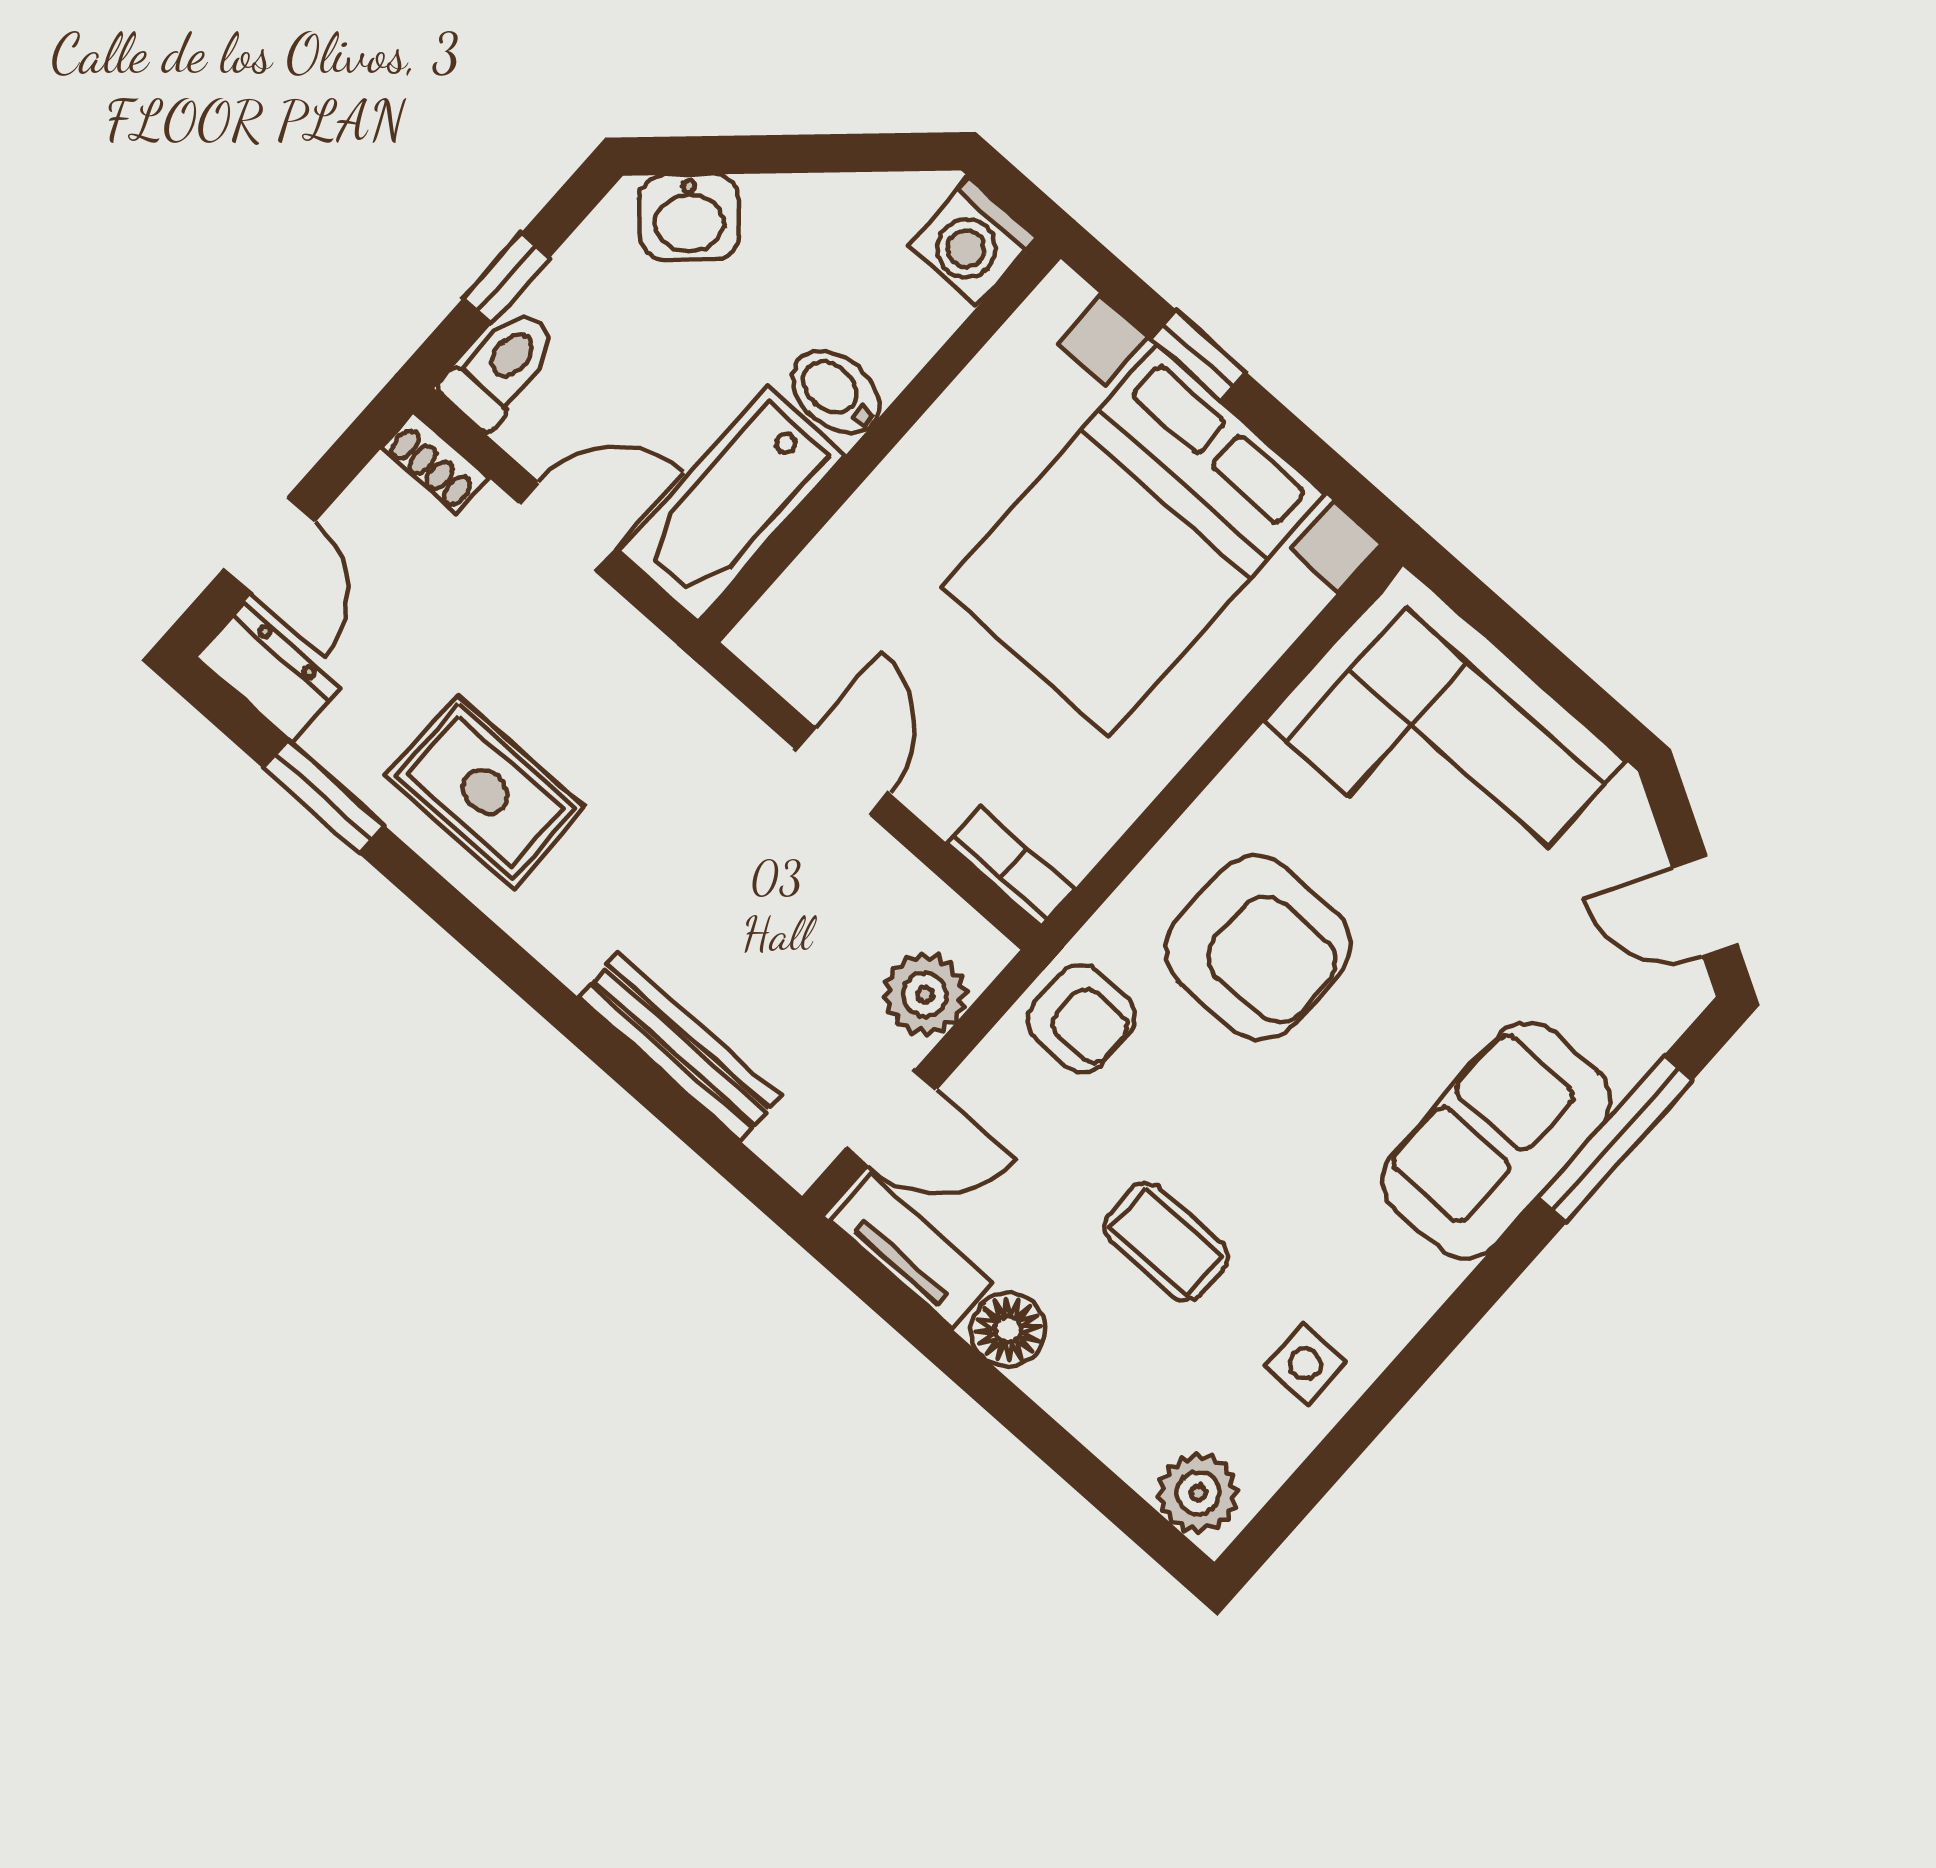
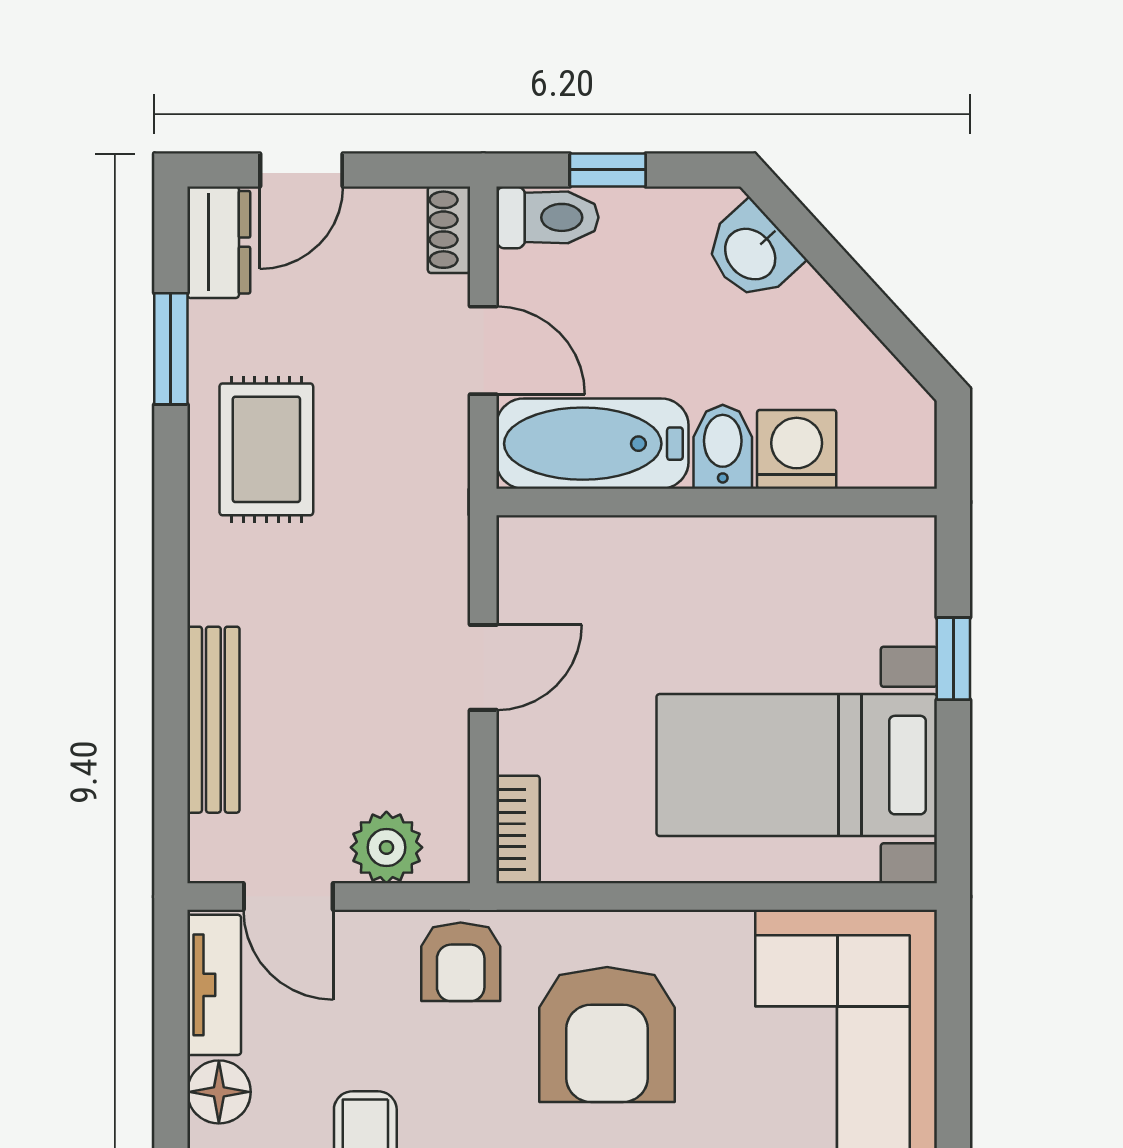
washing machine: (972, 242) -> (797, 449), moved, turned 90
bed with nightstands: (1133, 541) -> (797, 765), width x0.73

